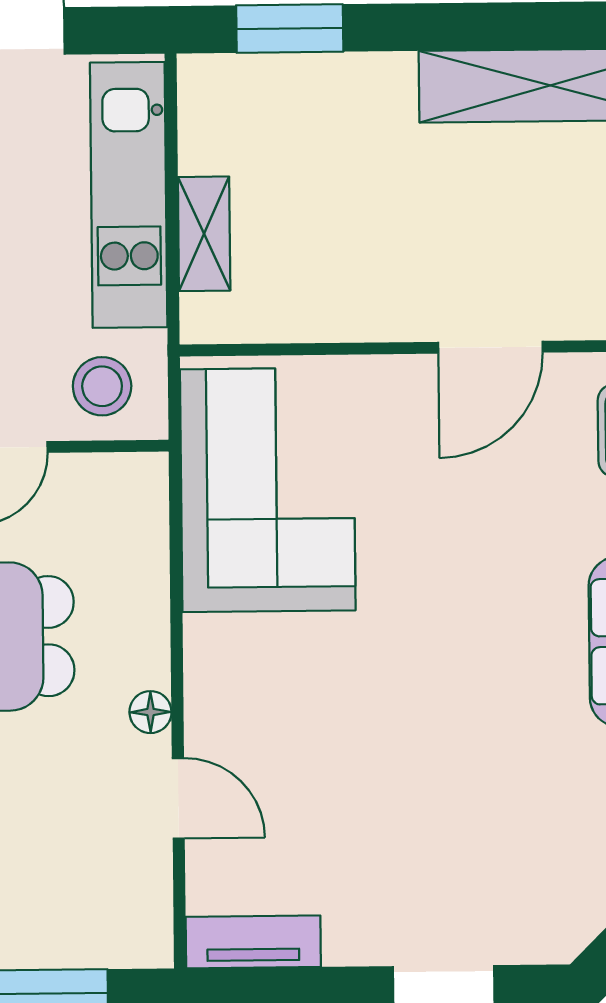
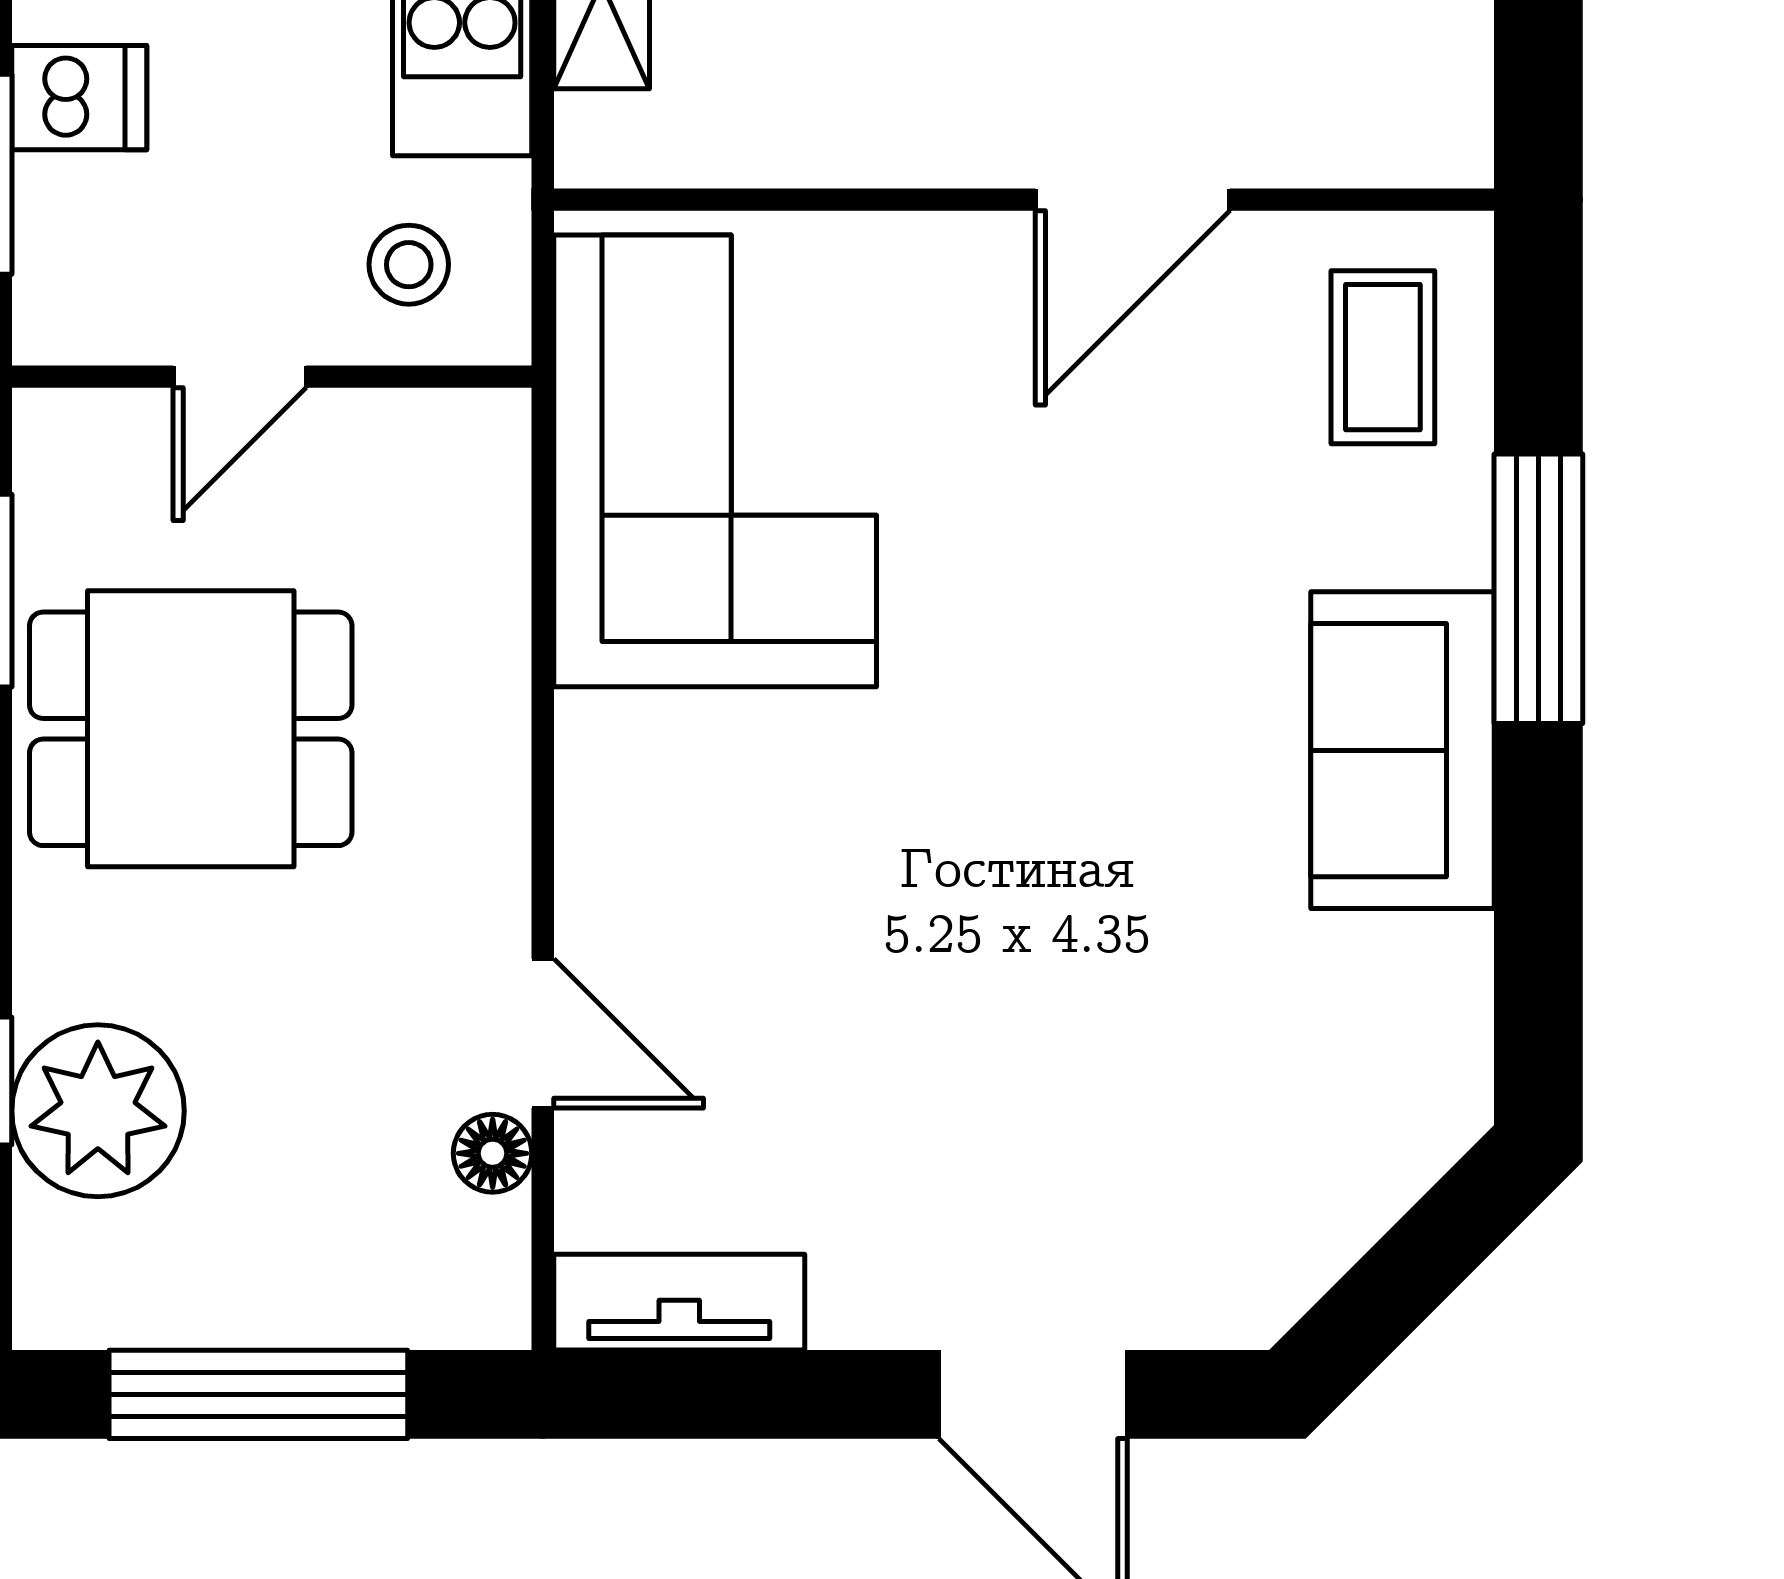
stool: (102, 386) -> (409, 265), width x0.73, depth x0.73
floor lamp: (150, 712) -> (493, 1153), moved

